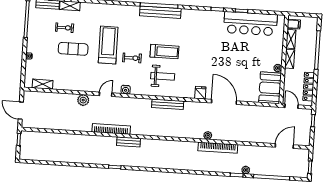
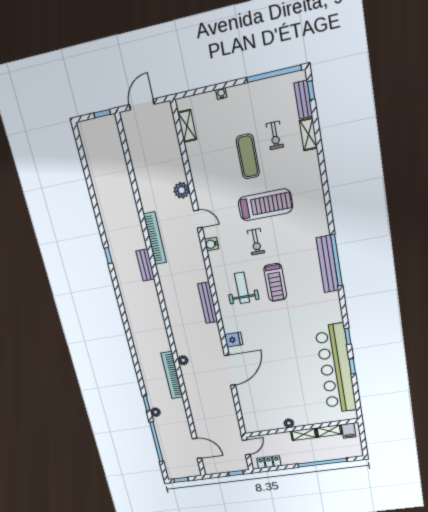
bar counter: (250, 24) -> (336, 369), width x1.36
weight bench: (163, 76) -> (242, 288), turned 180
locker: (309, 87) -> (269, 462), width x0.66
booth: (270, 88) -> (262, 419), removed

